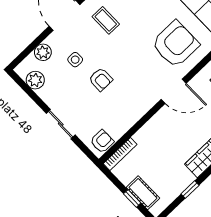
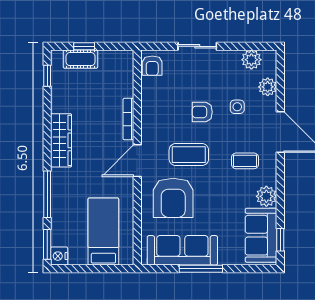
coffee table: (137, 61) -> (189, 155), added
bookcase: (120, 154) -> (128, 119), moved
window: (190, 190) -> (47, 76), moved

